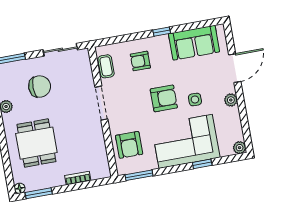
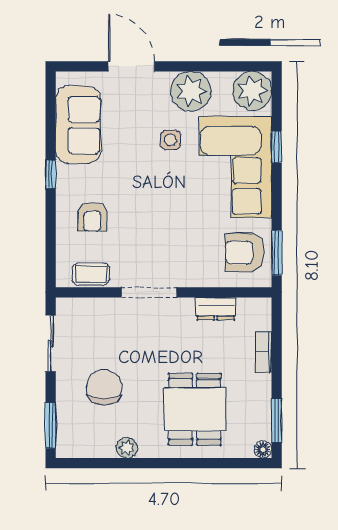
armchair: (164, 98) -> (160, 190), removed
plant: (231, 100) -> (191, 91), width x1.87, depth x1.87
dining table: (36, 143) -> (195, 409), turned 90
dresser: (99, 145) -> (216, 309), added
armchair: (129, 145) -> (245, 252), moved, turned 180
plant: (240, 148) -> (252, 91), width x1.87, depth x1.87

